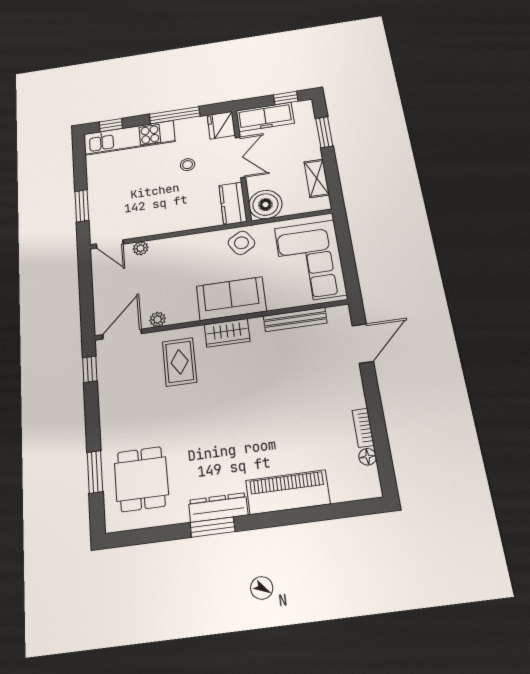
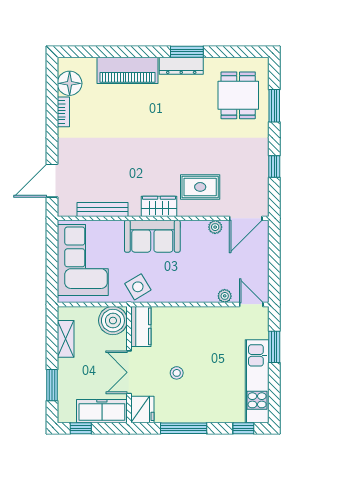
kitchen unit: (129, 138) -> (257, 381), moved, turned -90
rug: (180, 362) -> (200, 187), turned 90
window: (90, 369) -> (274, 166), moved
floor lamp: (368, 457) -> (70, 83), width x1.89, depth x1.89

